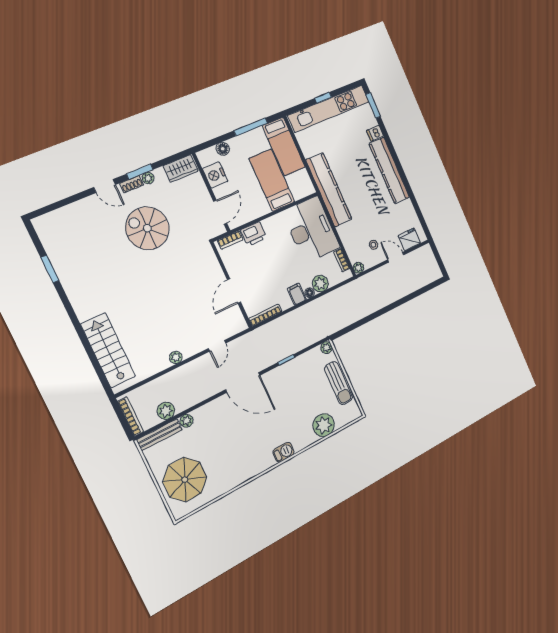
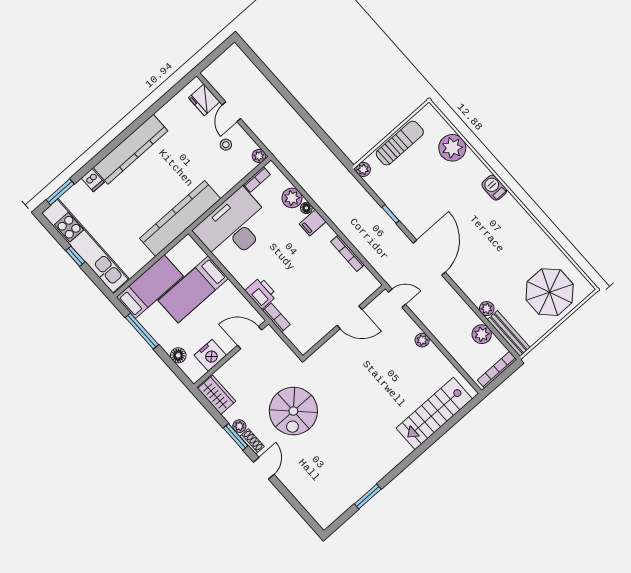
wall: (231, 285) -> (344, 322), moved
door: (234, 291) -> (349, 317), moved

